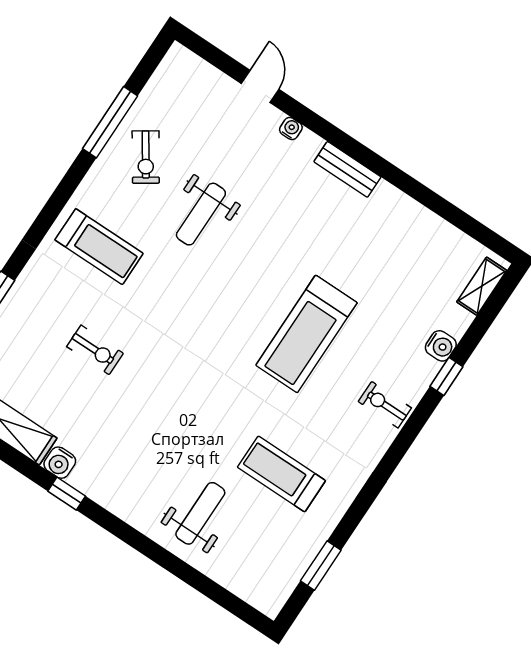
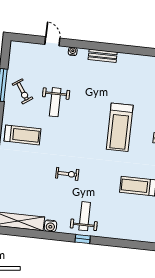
exercise bike: (95, 350) -> (67, 174), moved
window: (67, 494) -> (83, 239), moved
weight bench: (200, 513) -> (85, 216), moved

